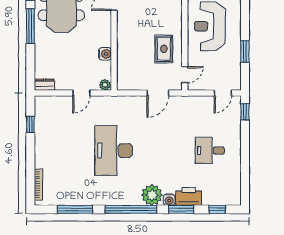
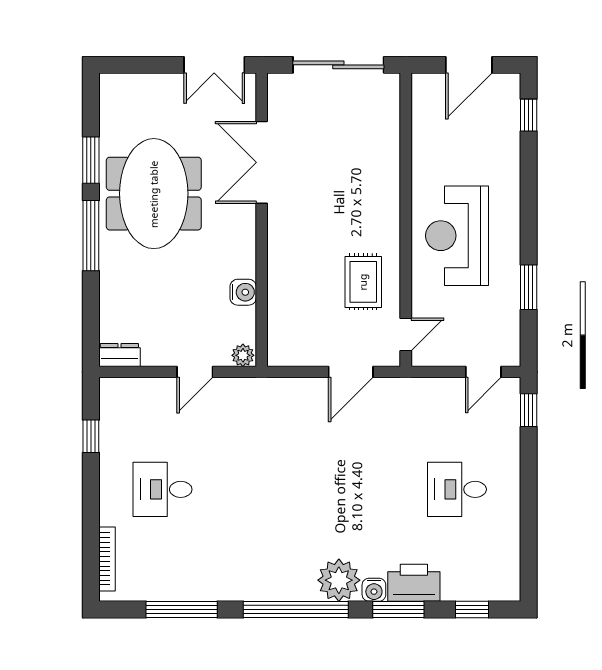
desk: (114, 151) -> (162, 489), moved, width x0.53, depth x0.77

